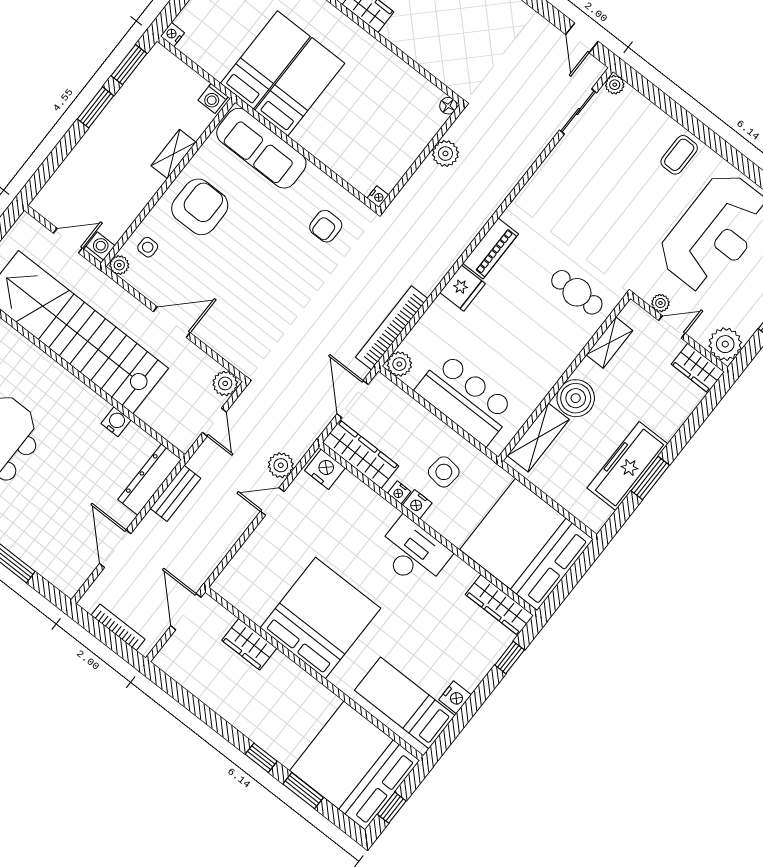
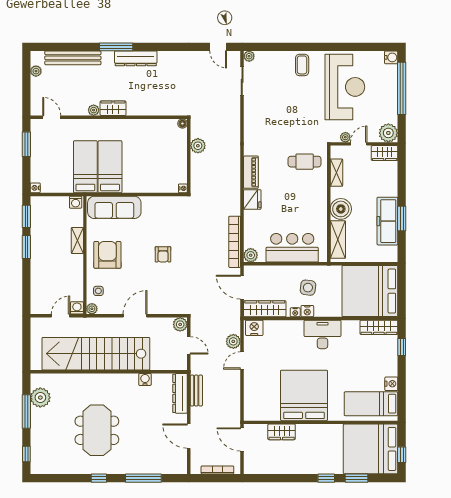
armchair: (326, 226) -> (163, 254), moved

